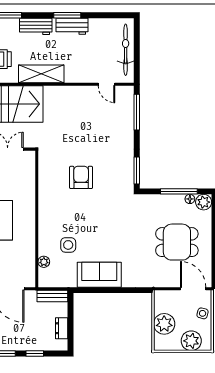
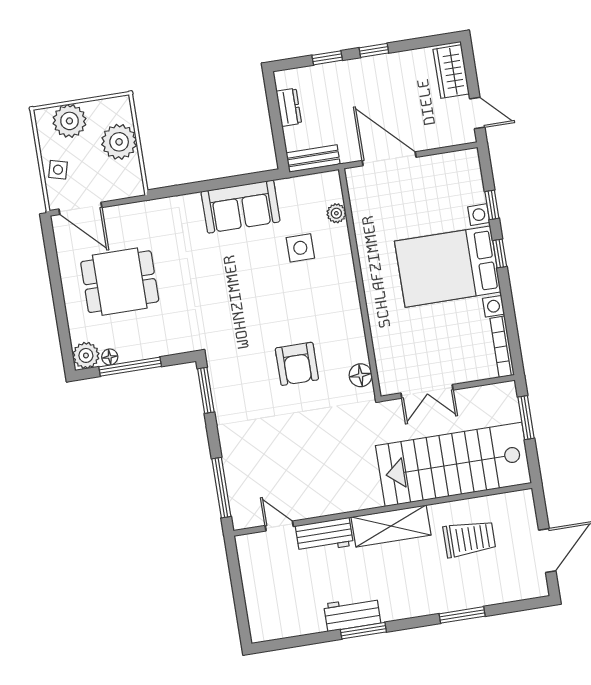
workbench: (36, 26) -> (324, 536), moved, turned 180
bicycle: (126, 50) -> (257, 589), removed
floor lamp: (45, 165) -> (361, 375), added

